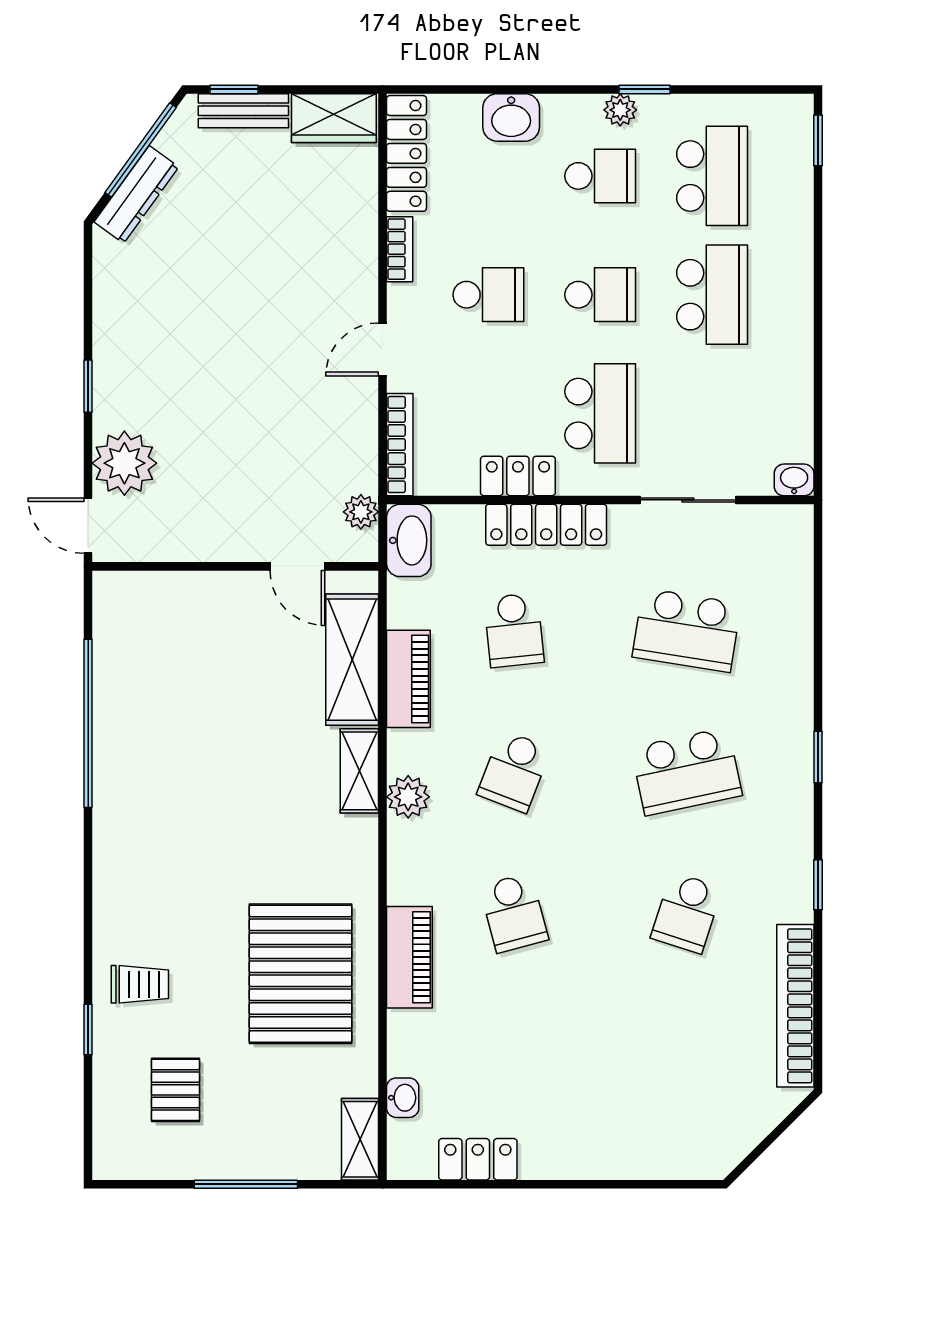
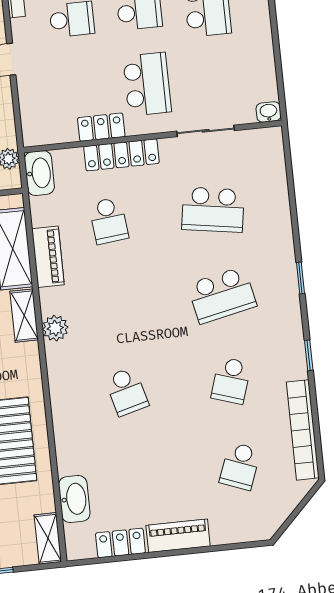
bookcase: (400, 445) -> (28, 116), removed
school desk: (514, 771) -> (240, 466), moved
piano: (409, 957) -> (178, 536), moved, turned -90
washbasin: (403, 1098) -> (74, 499), width x1.91, depth x1.45

